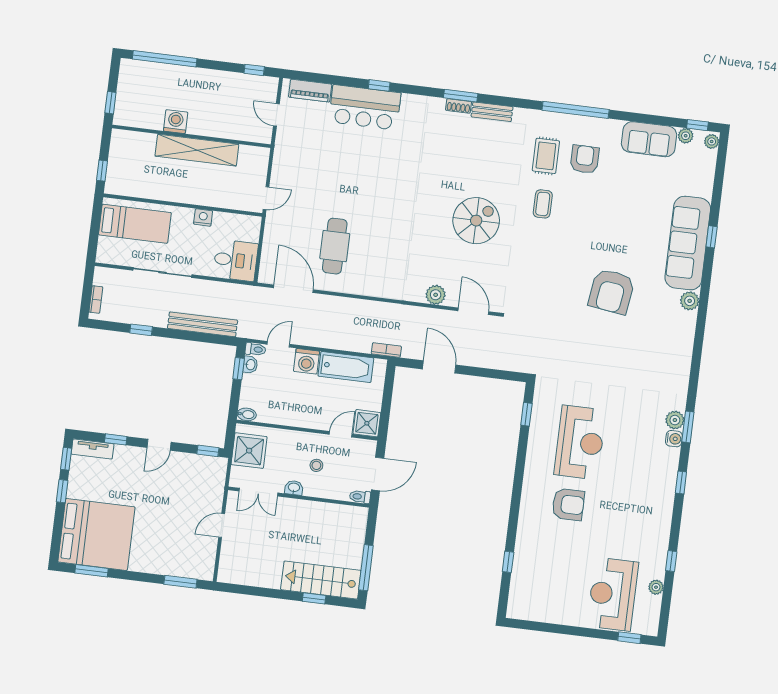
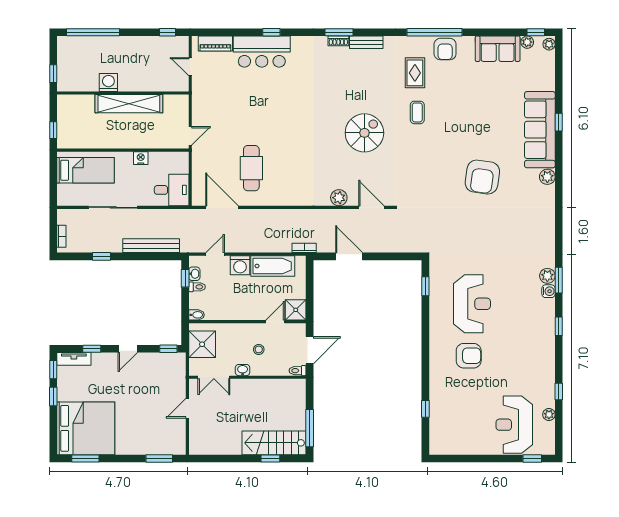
armchair: (585, 159) -> (445, 49), moved, turned 180
toilet: (255, 349) -> (197, 287), moved

